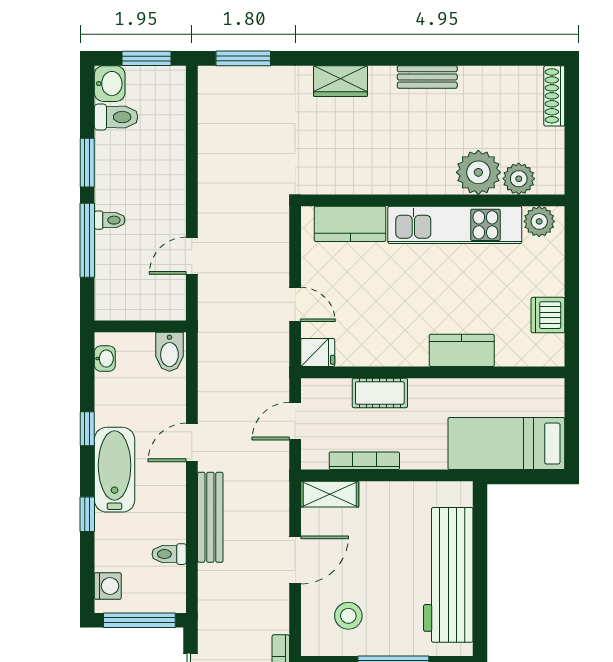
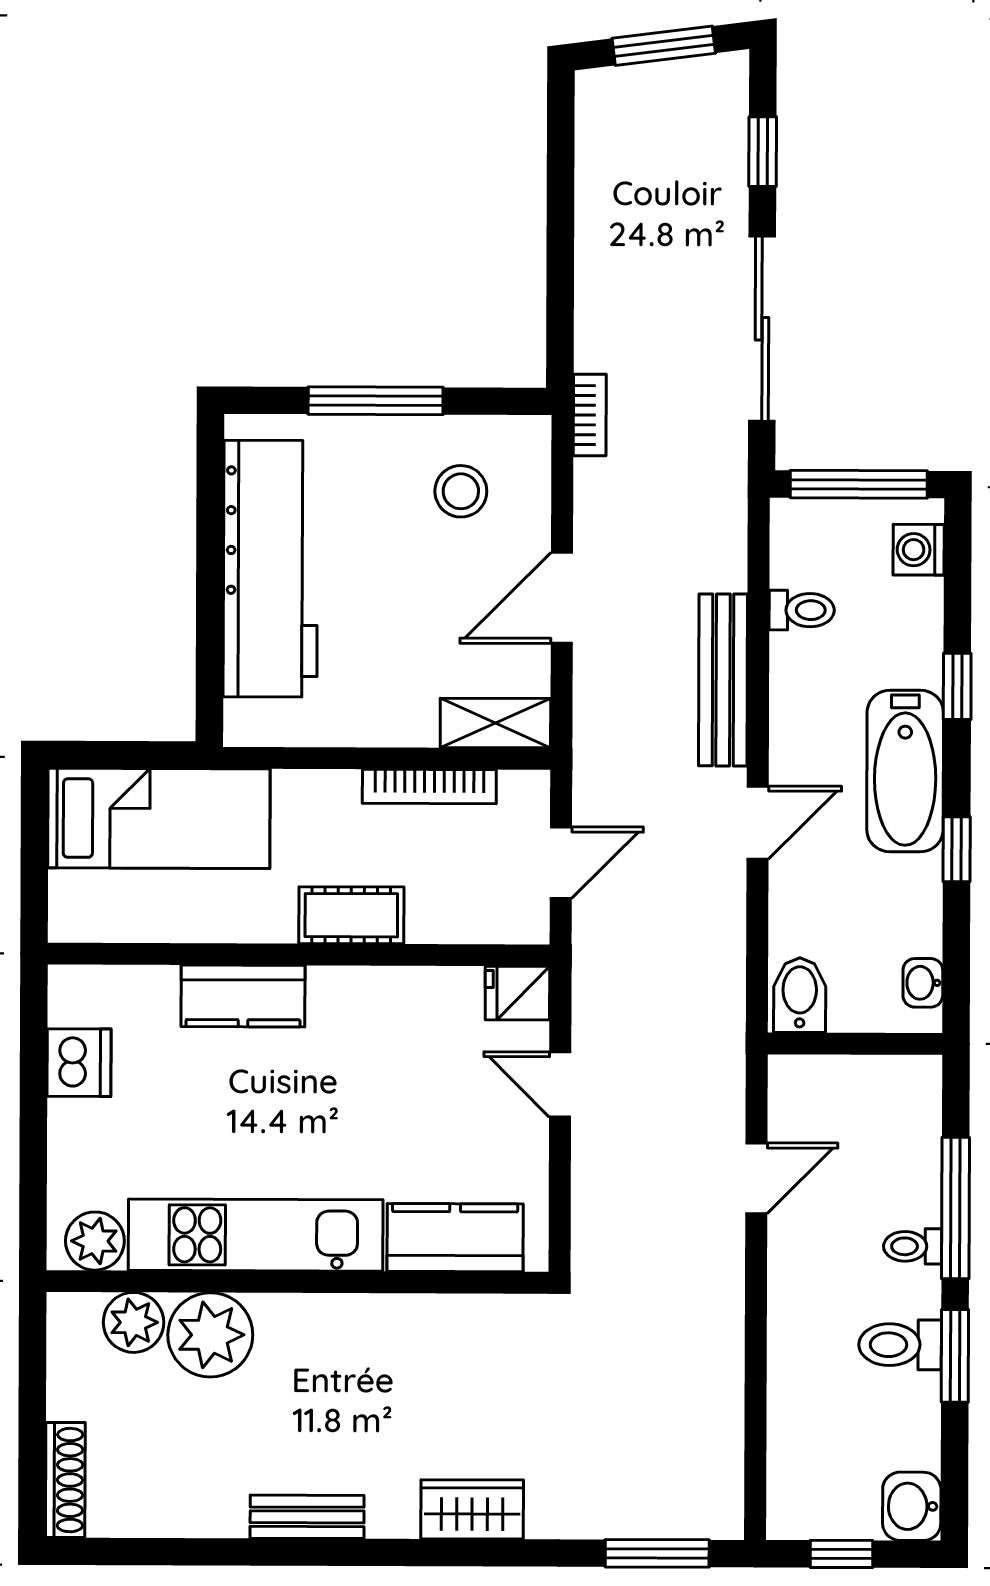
window: (146, 58) -> (842, 1554), width x0.67
toilet: (116, 117) -> (900, 1345), moved
cot: (380, 393) -> (351, 915), moved

